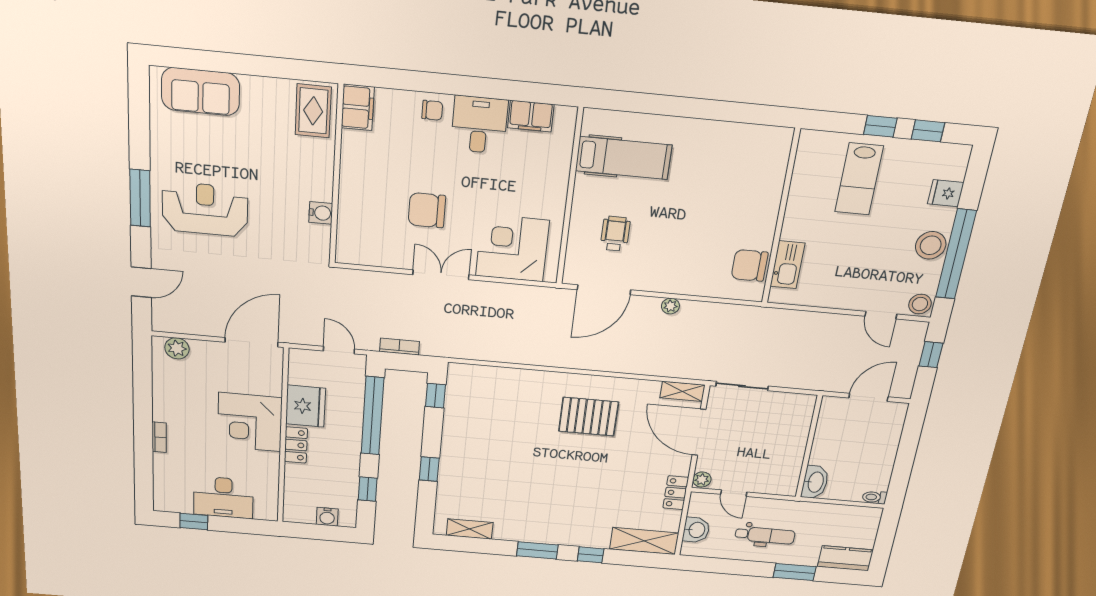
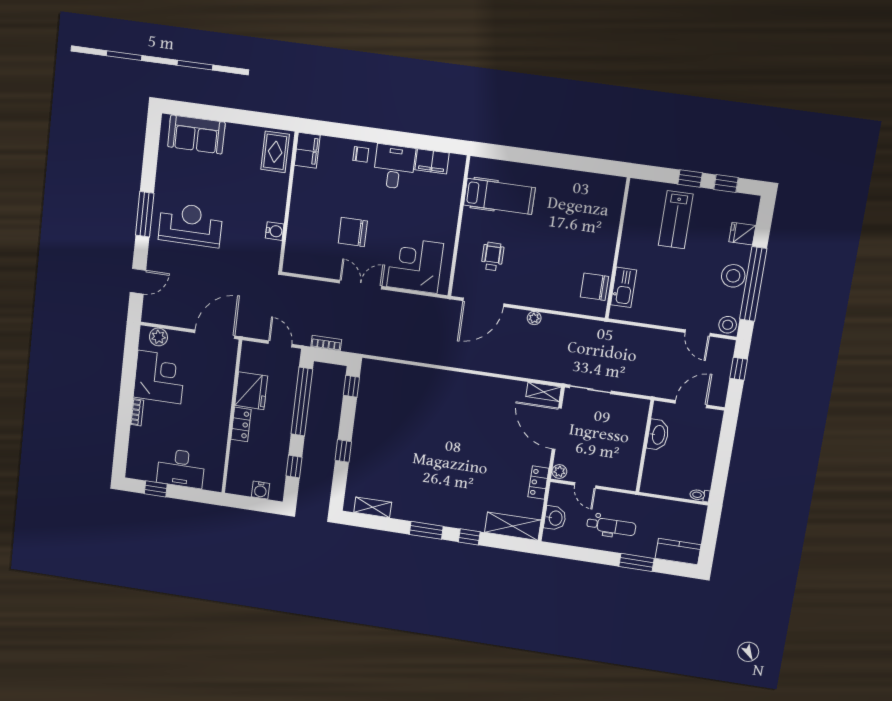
pallet: (589, 417) -> (470, 410), removed
corner desk: (250, 422) -> (159, 377), moved, turned 180
washbasin: (815, 482) -> (658, 435), moved

